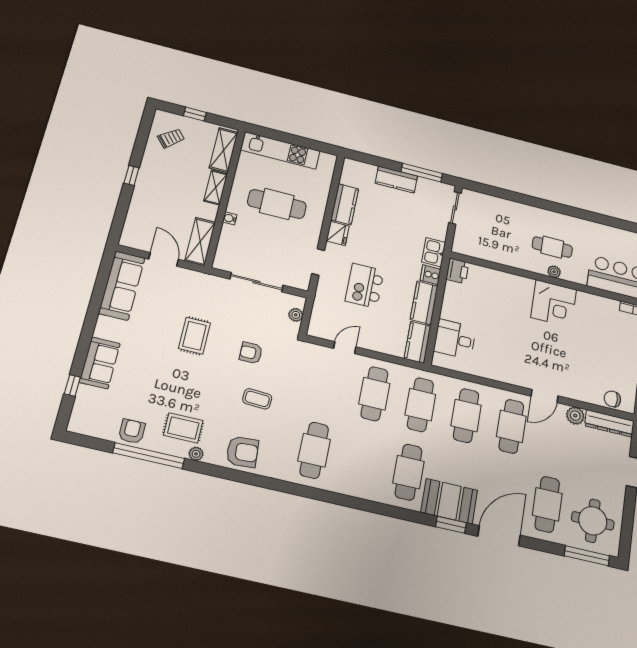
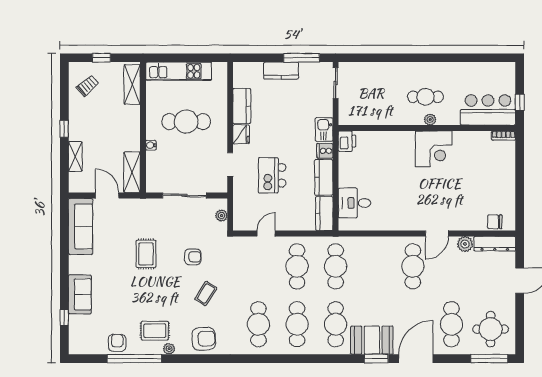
shelving: (216, 187) -> (75, 156), moved
armchair: (251, 353) -> (193, 257), turned 180
coffee table: (257, 399) -> (206, 293), turned -60
cafe table: (466, 416) -> (297, 324), moved

